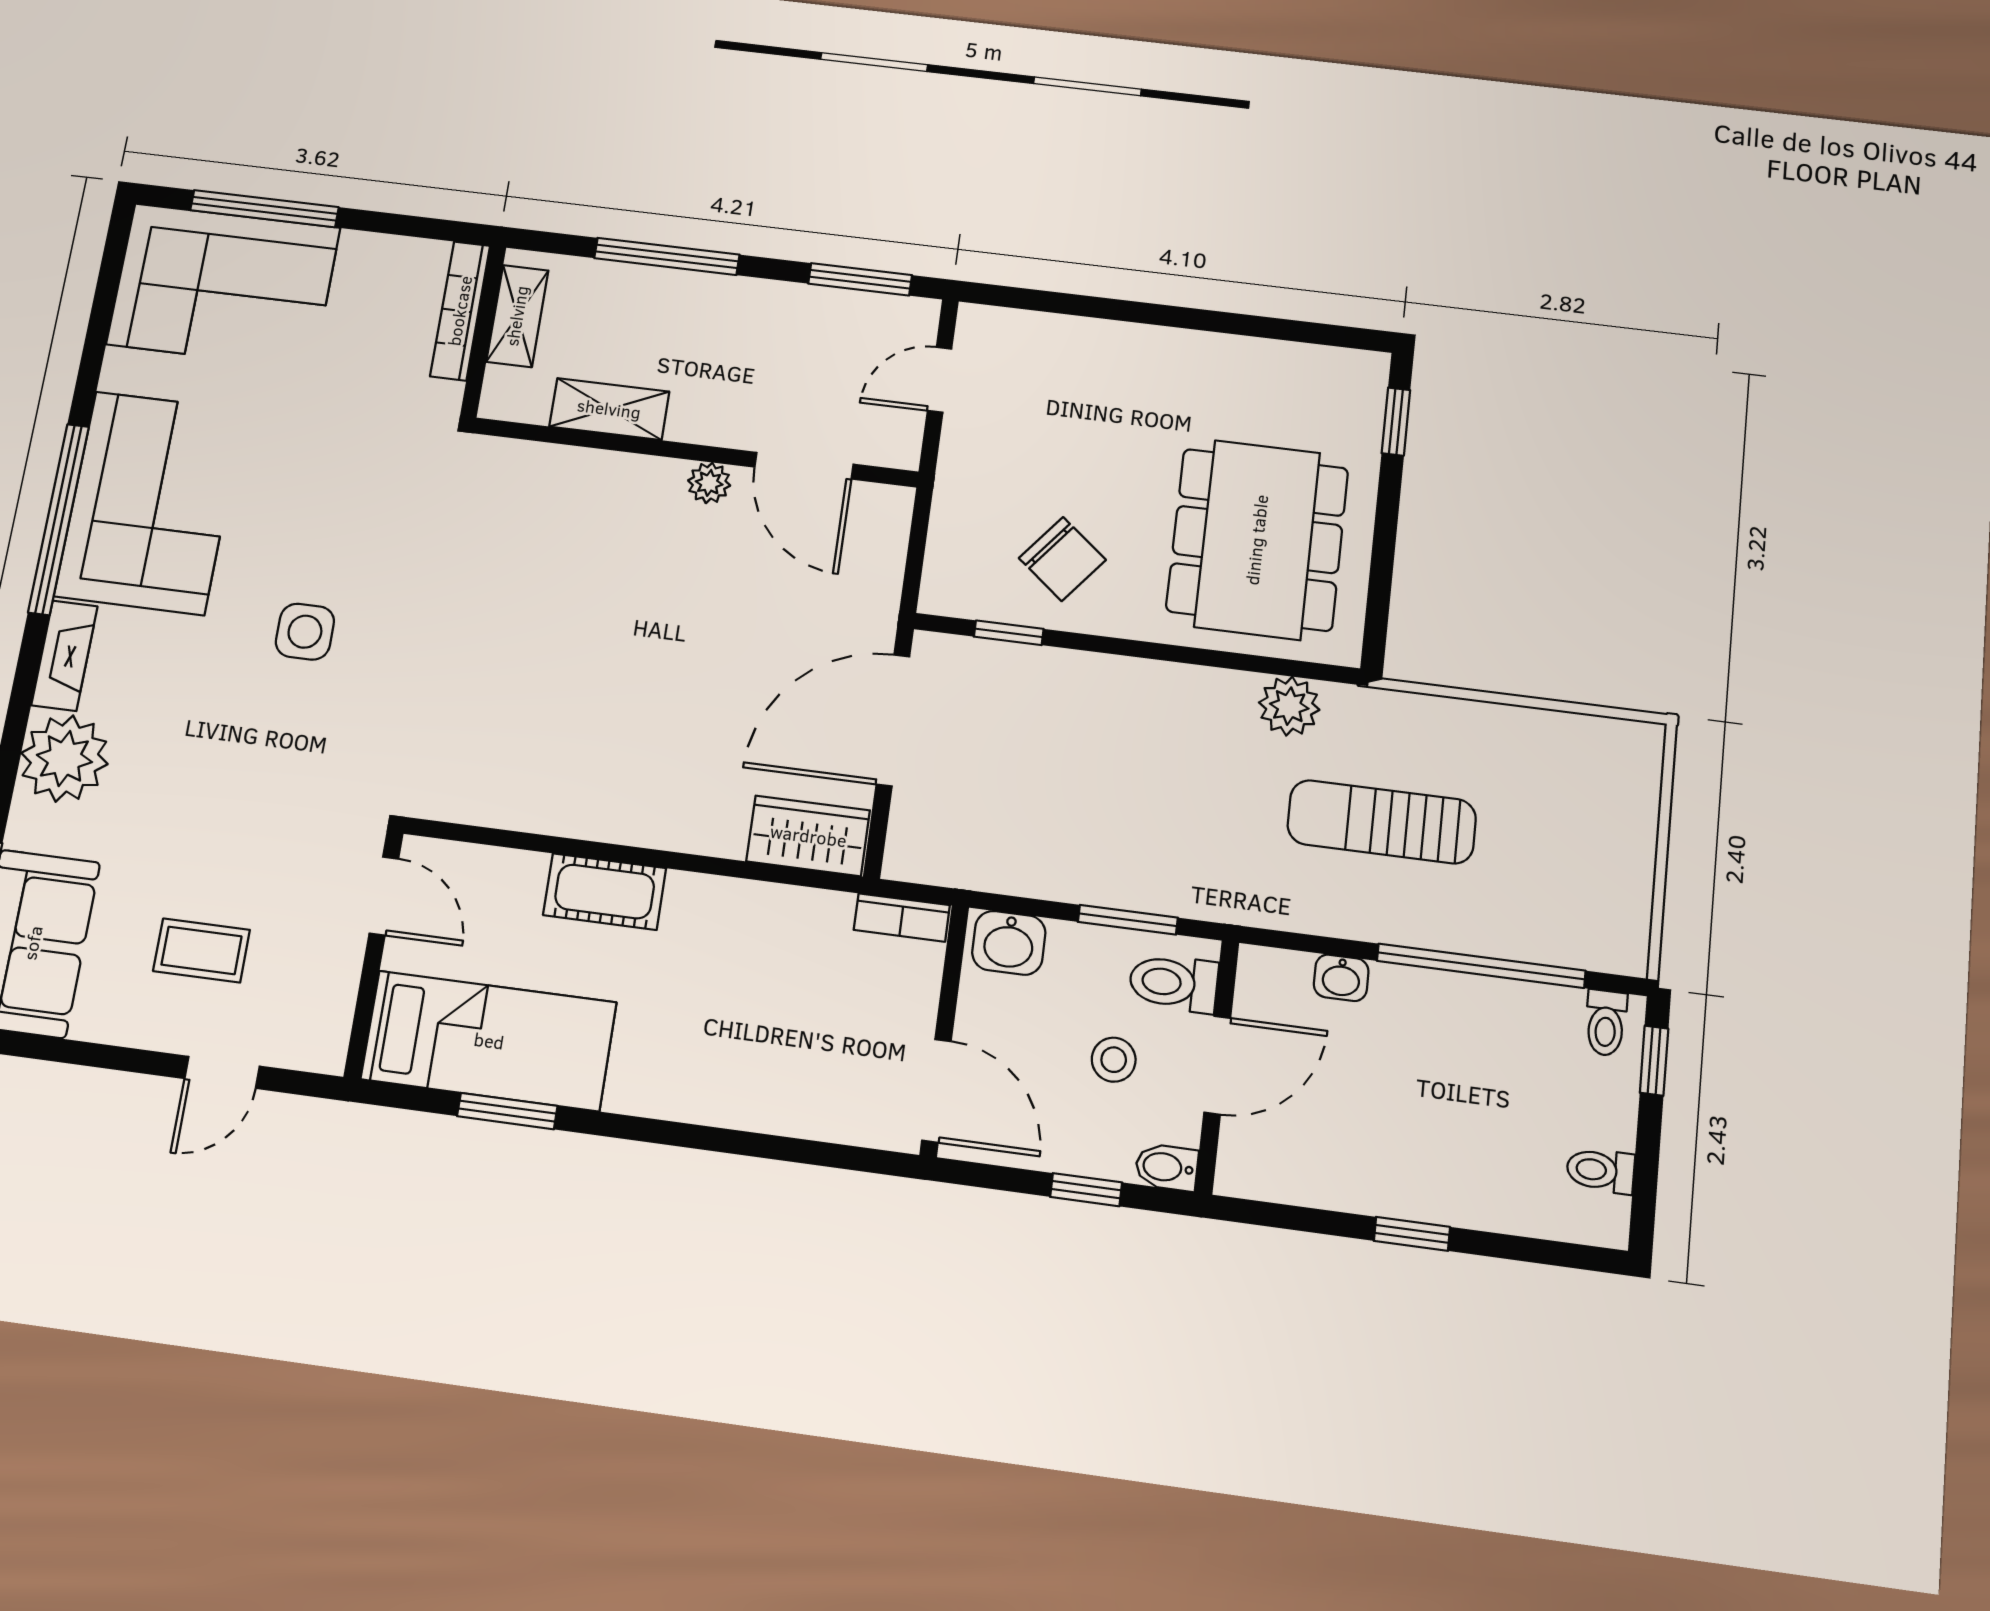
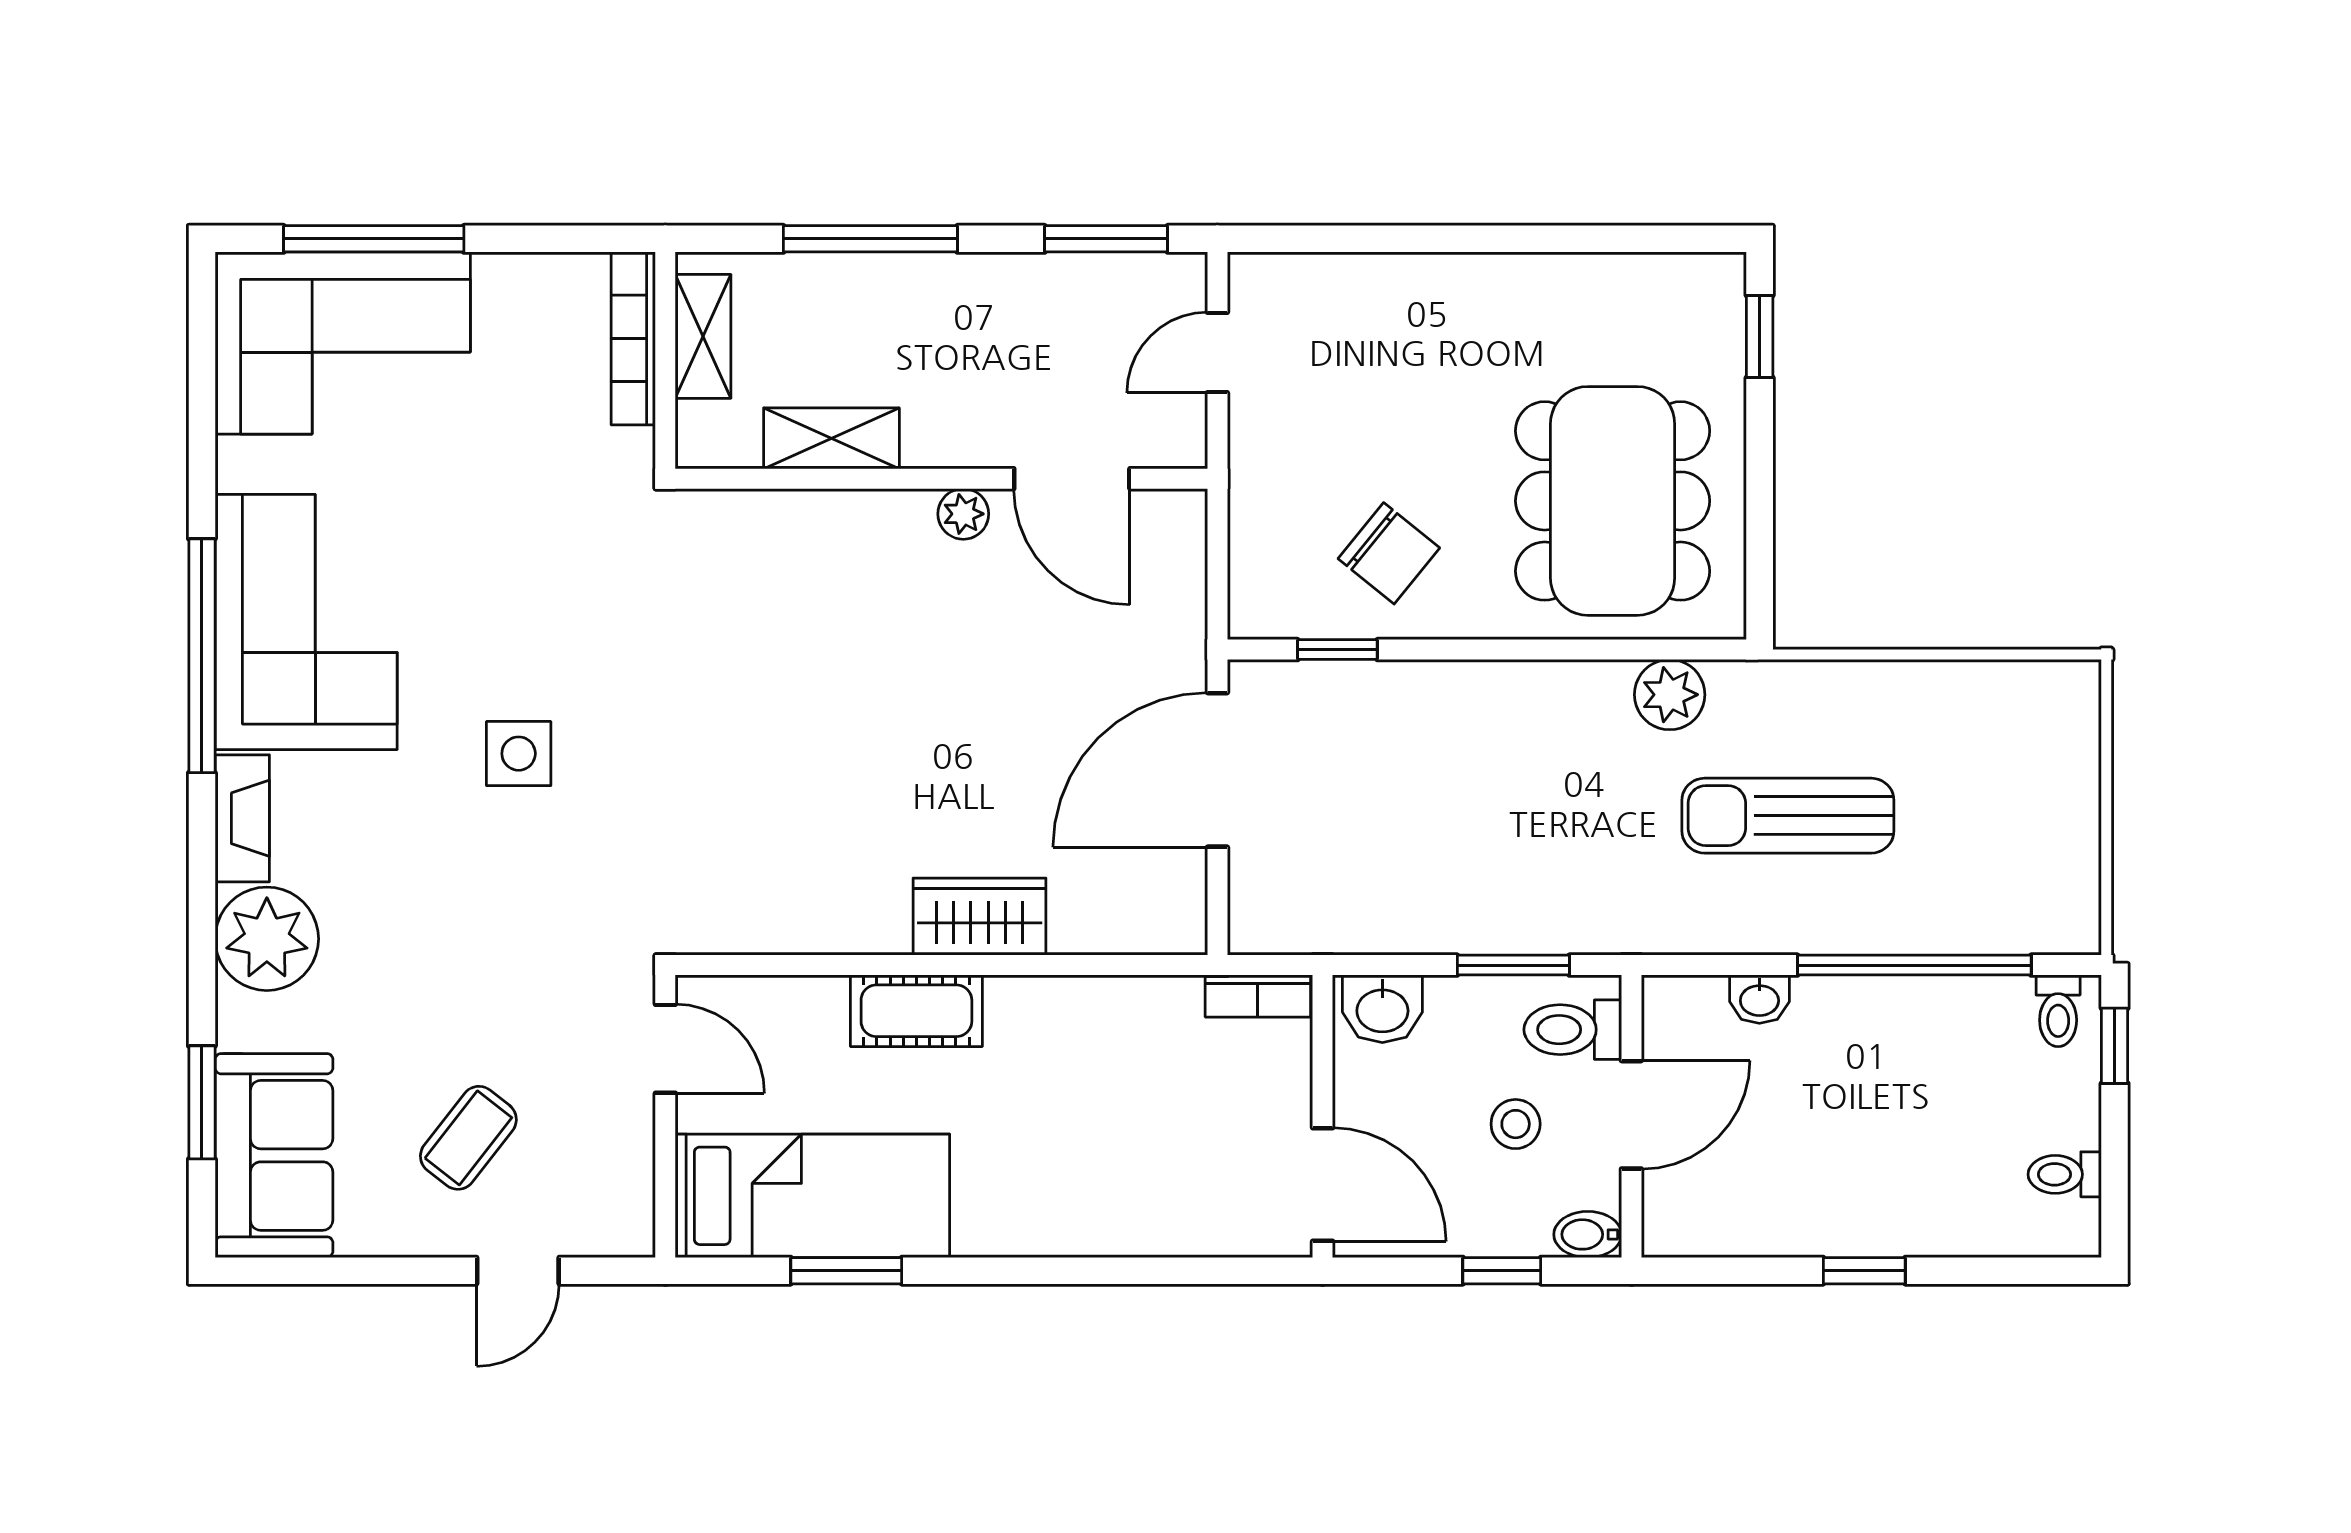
wardrobe: (808, 836) -> (980, 917), moved
coffee table: (202, 950) -> (468, 1138), turned -52

